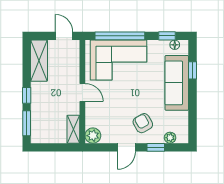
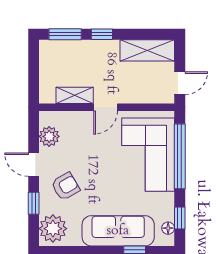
shelving: (73, 129) -> (75, 95), moved
plant: (93, 136) -> (49, 136), moved
plant: (170, 138) -> (53, 229), width x1.87, depth x1.87

